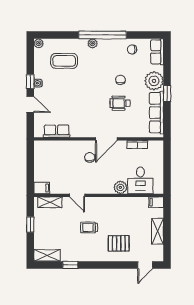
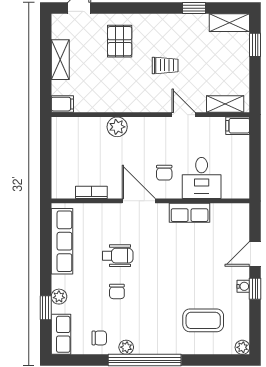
plant: (93, 43) -> (126, 347), moved
plant: (154, 81) -> (59, 297), width x0.53, depth x0.53
window: (167, 94) -> (46, 308), moved
door: (30, 104) -> (255, 254), hinge flipped
row of seats: (57, 131) -> (190, 213), moved
door: (106, 139) -> (139, 201), hinge flipped
desk: (140, 180) -> (202, 178), moved, turned 180
window: (30, 225) -> (255, 45), moved
pallet: (119, 243) -> (120, 41), turned 90

